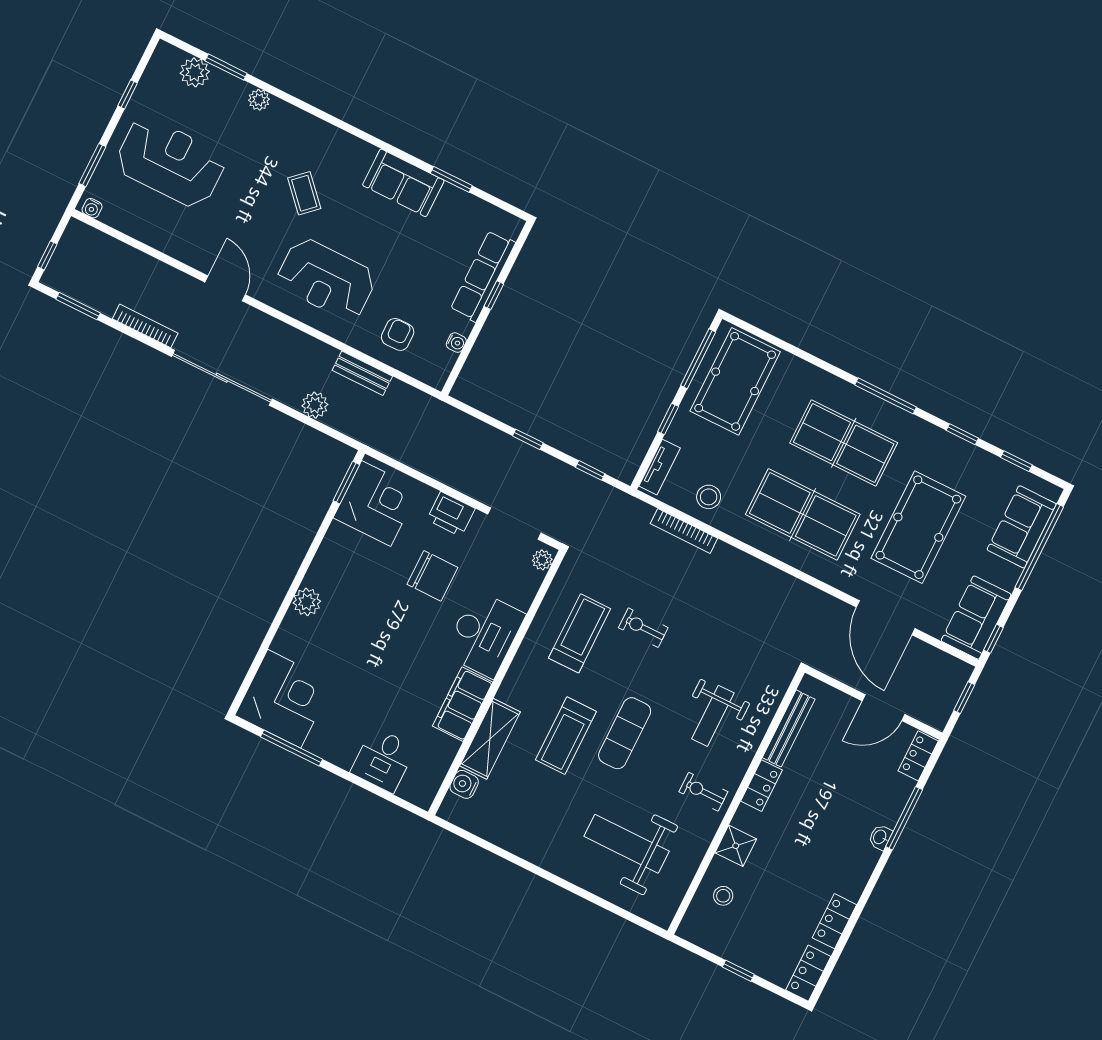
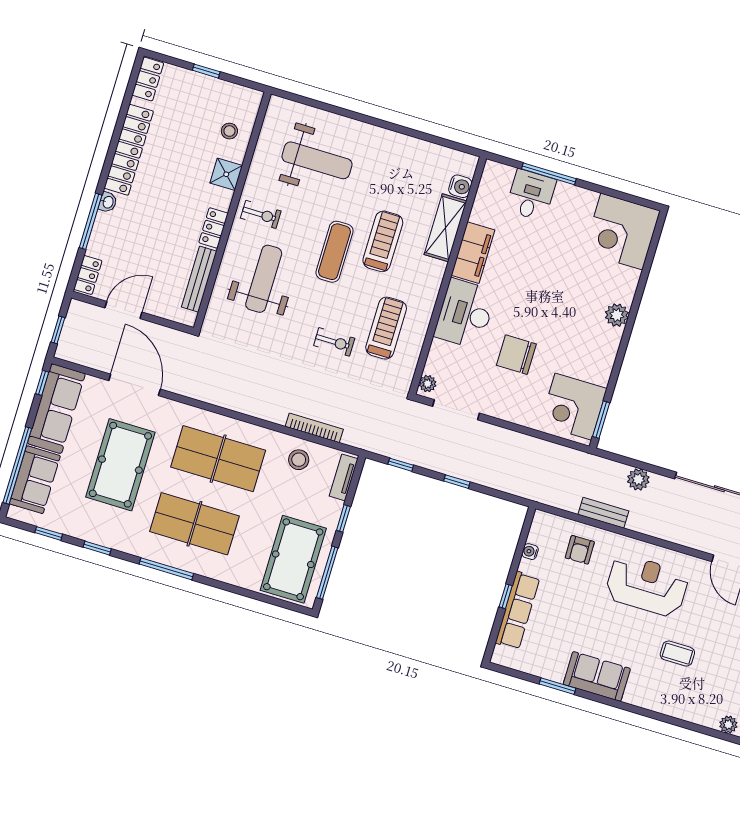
coffee table: (304, 193) -> (677, 654), turned -47
printer: (451, 514) -> (510, 409), removed
sofa: (976, 618) -> (56, 409), width x1.36
treadmill: (580, 633) -> (386, 328), turned 180
weight bench: (713, 716) -> (264, 279), width x1.36, depth x1.33
window: (292, 748) -> (549, 174), moved
locker: (834, 921) -> (129, 150), width x2.16, depth x1.21

